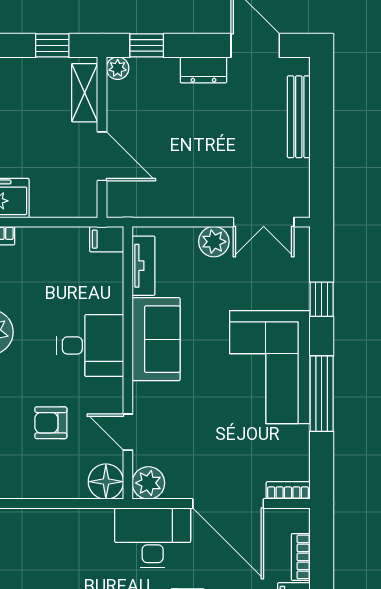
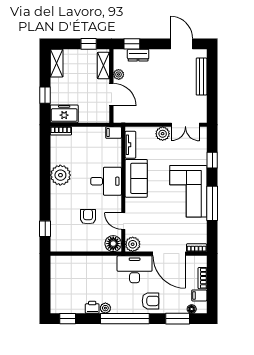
plant: (118, 68) -> (119, 74), moved
dresser: (203, 70) -> (138, 55), moved
armchair: (51, 423) -> (88, 217), turned 90

